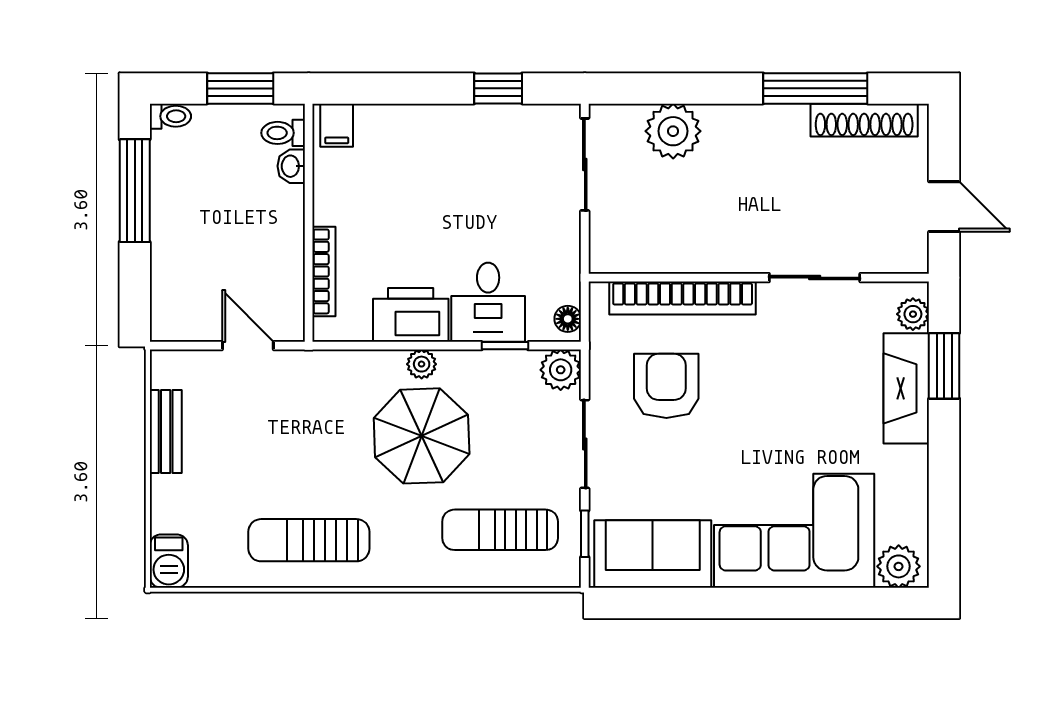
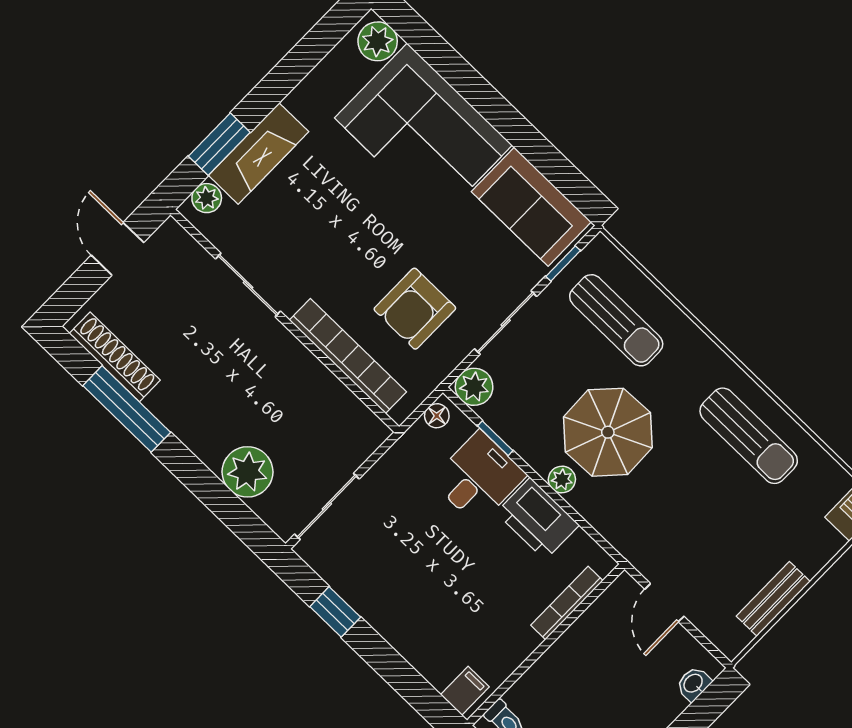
washbasin: (291, 166) -> (694, 684), moved, turned 180

